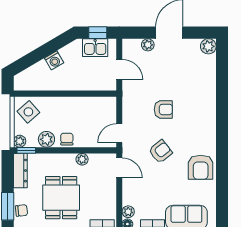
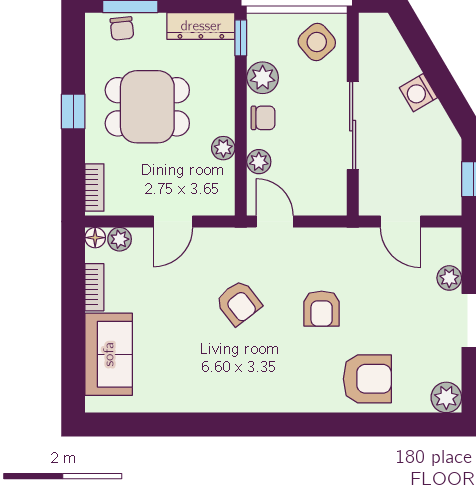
kitchen sink: (95, 48) -> (444, 174), removed
door: (119, 69) -> (401, 222), hinge flipped
sliding door: (71, 94) -> (353, 126), added
plant: (20, 141) -> (259, 162), moved
armchair: (201, 167) -> (367, 379), moved, turned 180
door: (119, 168) -> (173, 222), moved

